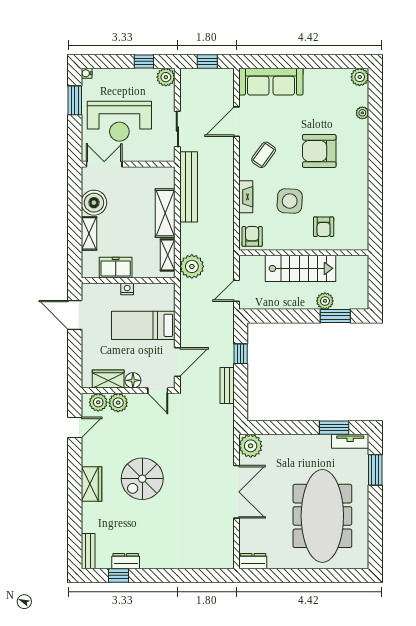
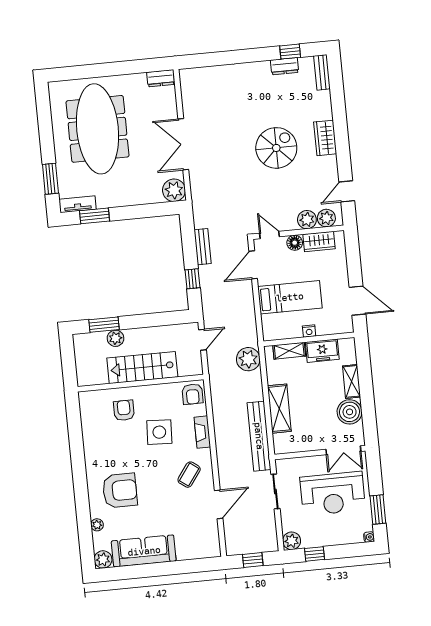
sofa: (271, 82) -> (144, 551), moved
reception desk: (119, 121) -> (333, 494), turned 180
armchair: (319, 151) -> (120, 490), moved
shelving: (168, 255) -> (289, 351), moved, turned 90

